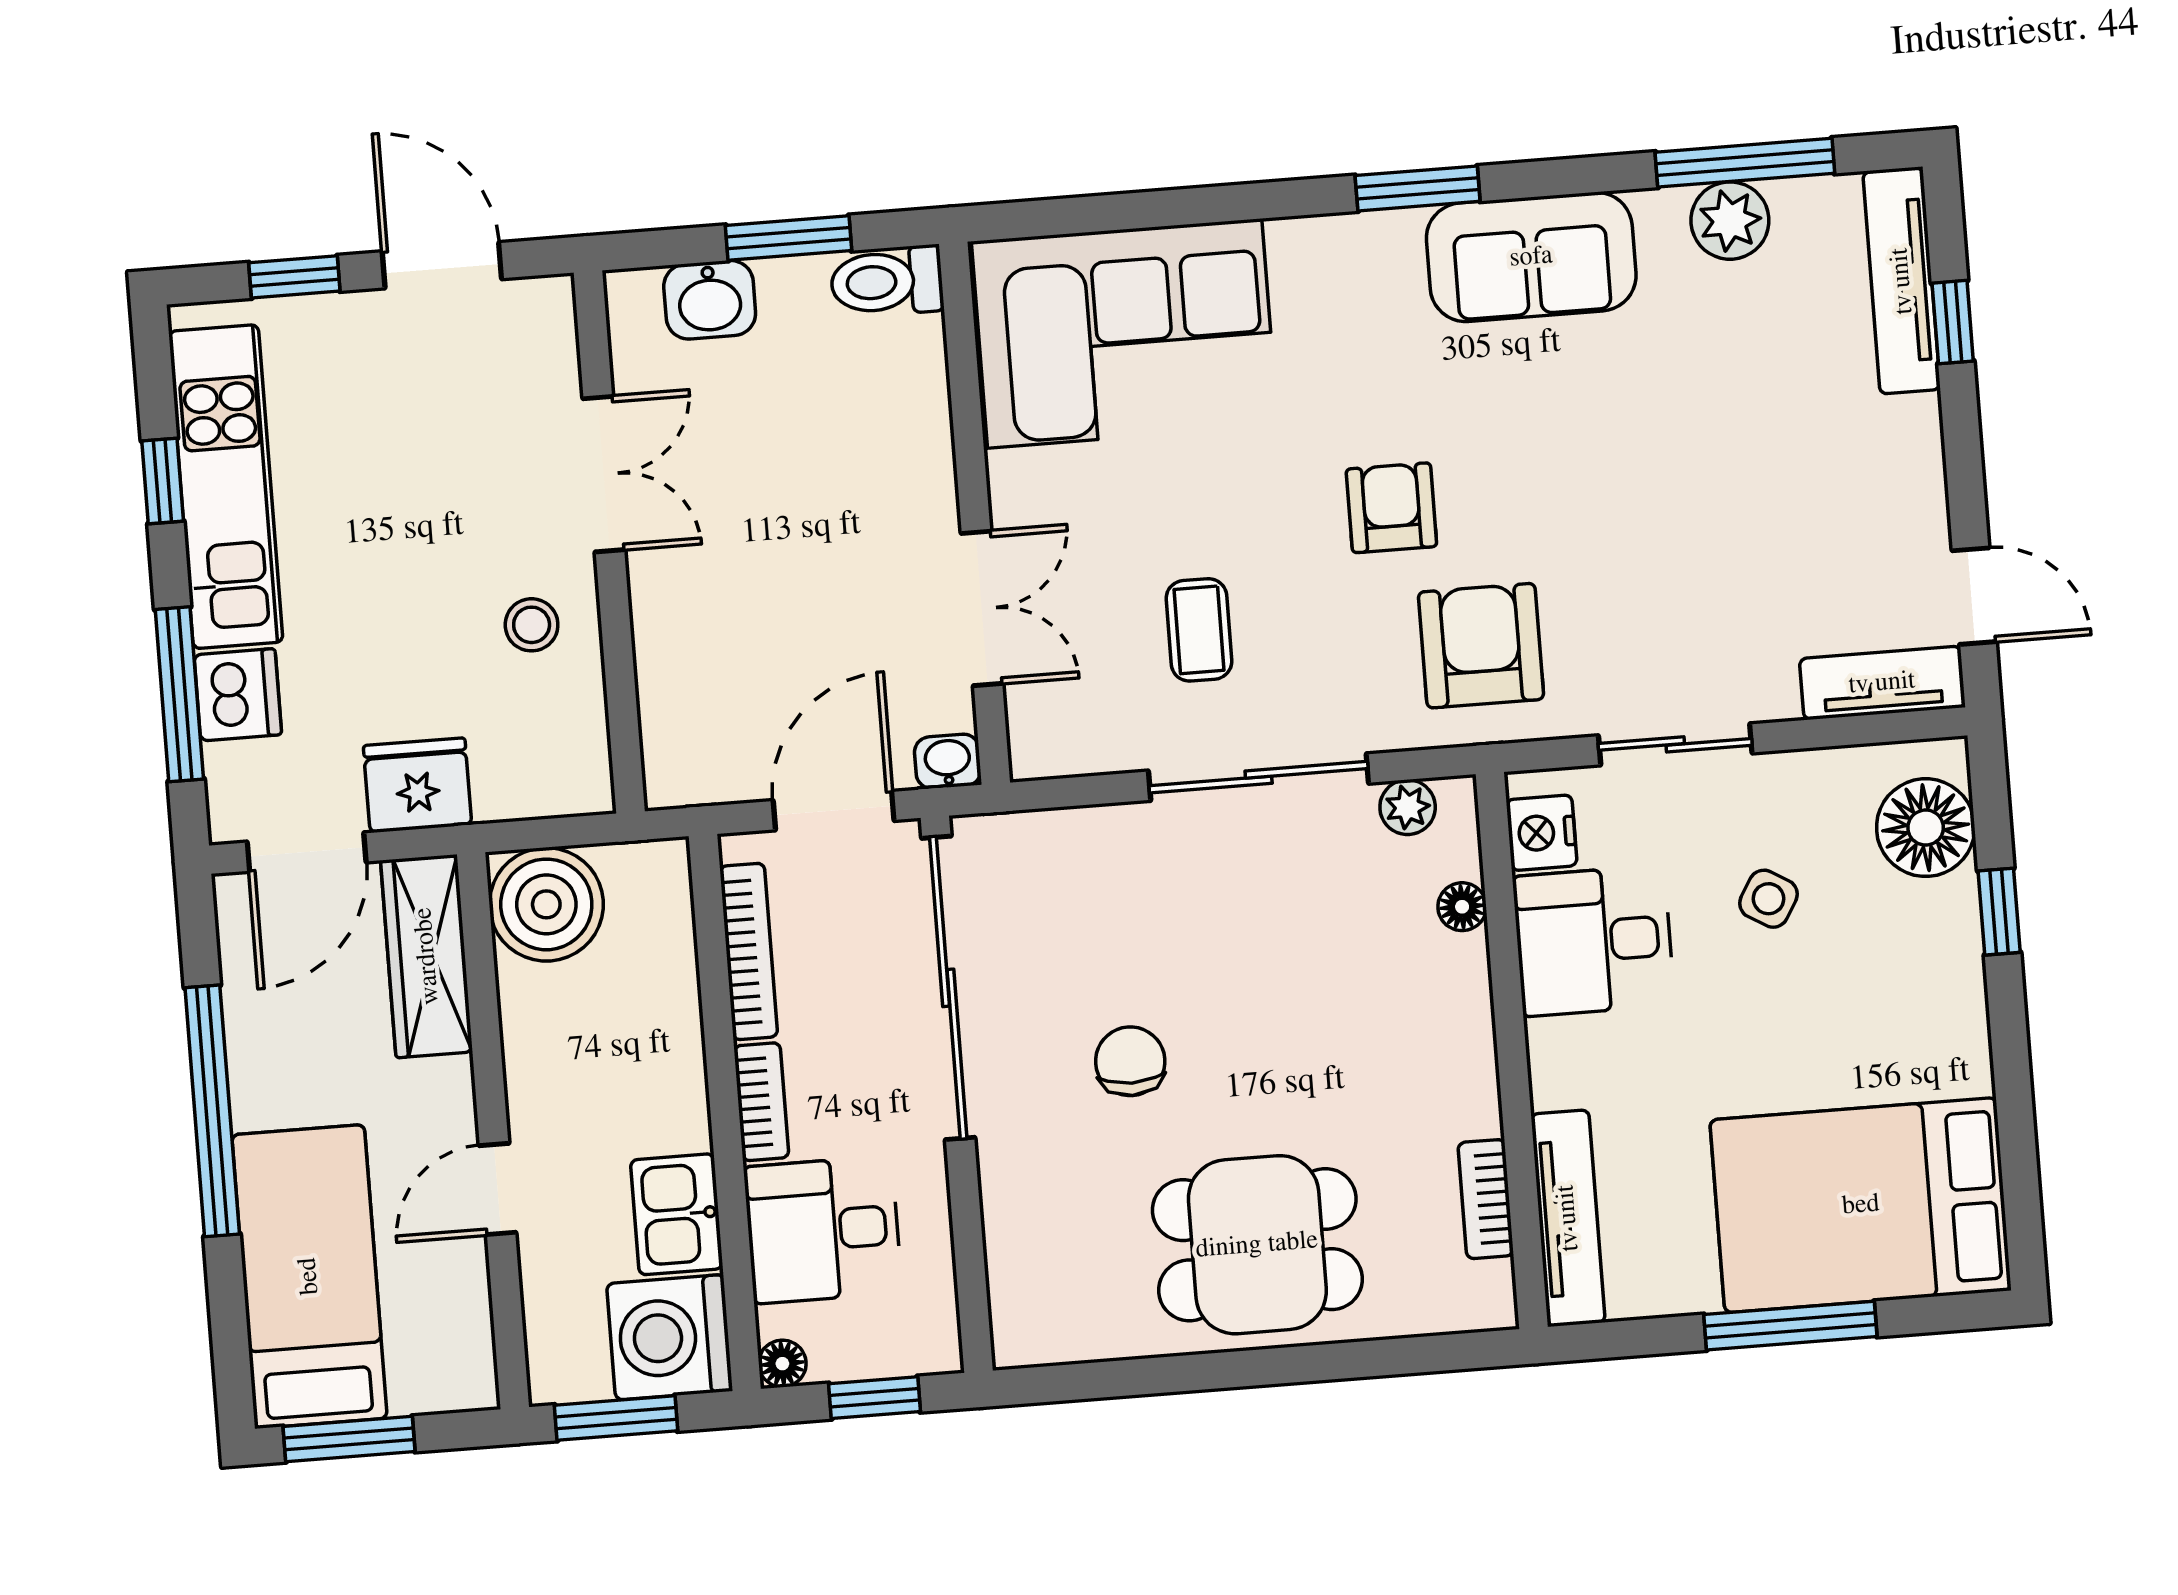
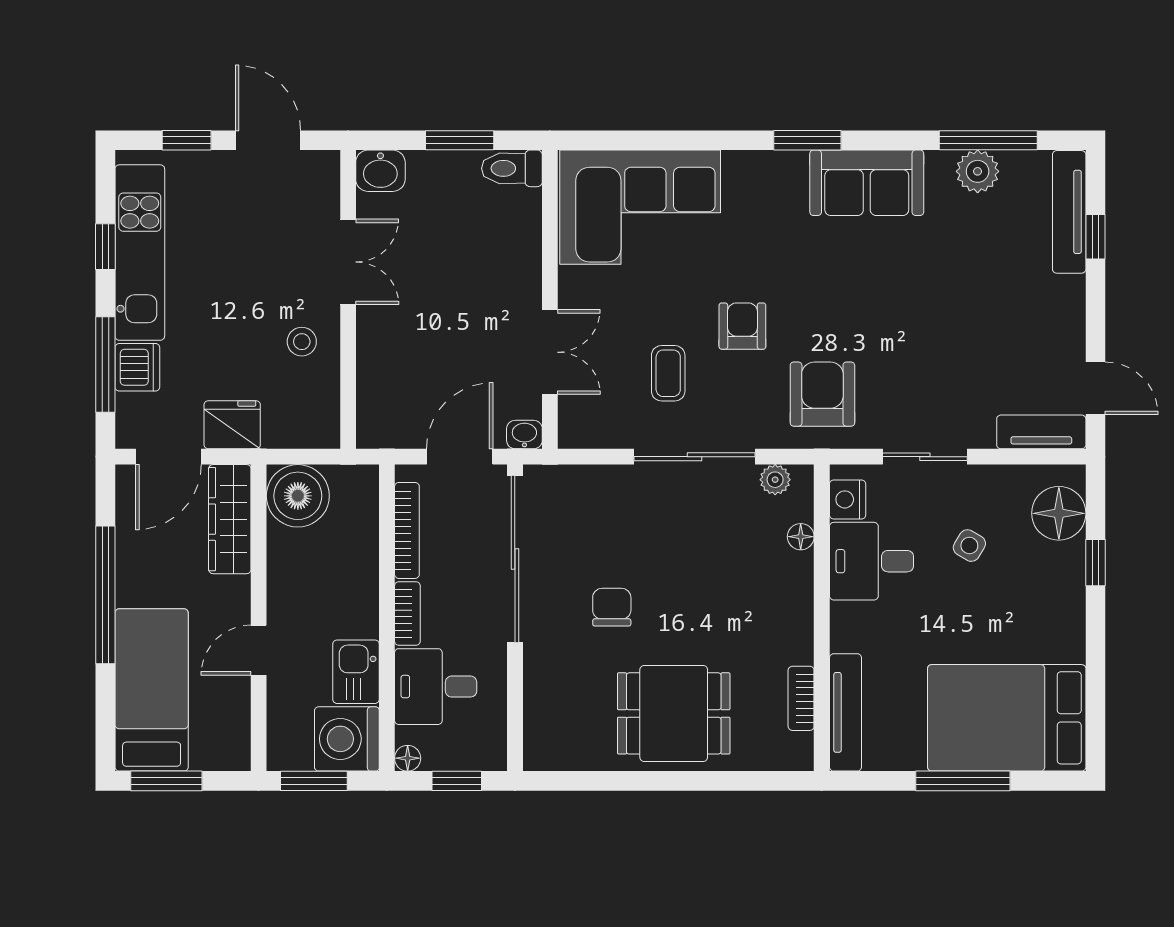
washbasin: (710, 300) -> (380, 171), moved
armchair: (1391, 508) -> (742, 326), moved

